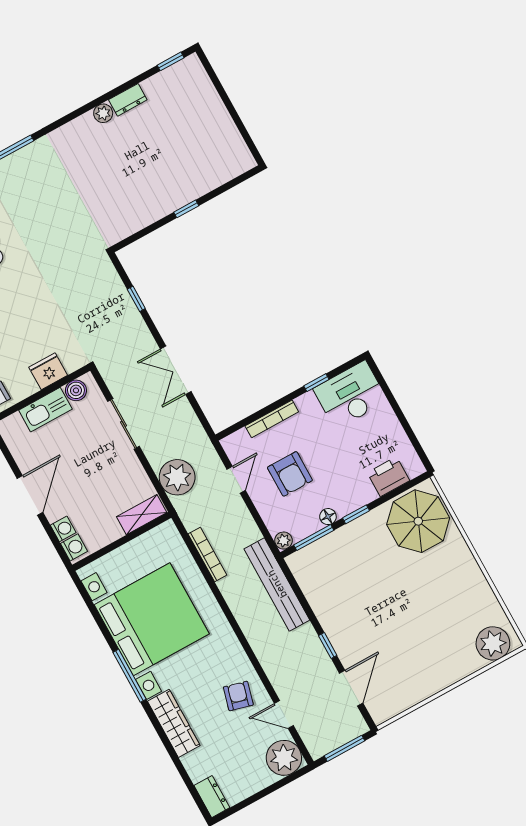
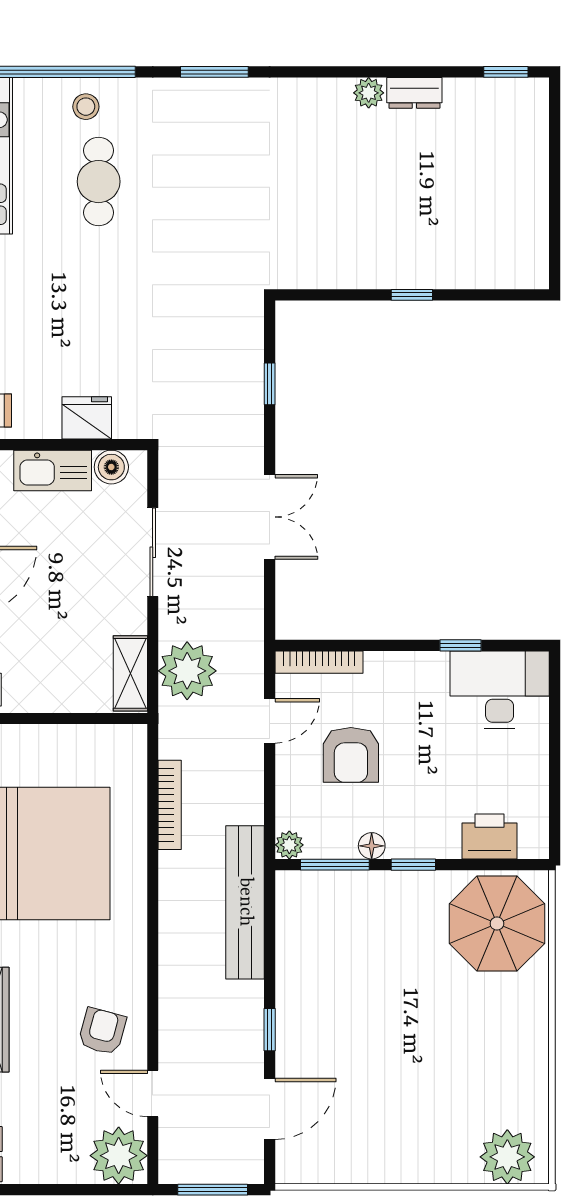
double door: (176, 370) -> (270, 517), swing flipped
bookcase: (272, 419) -> (319, 662), moved
shelving: (142, 515) -> (130, 673), moved, turned 90

